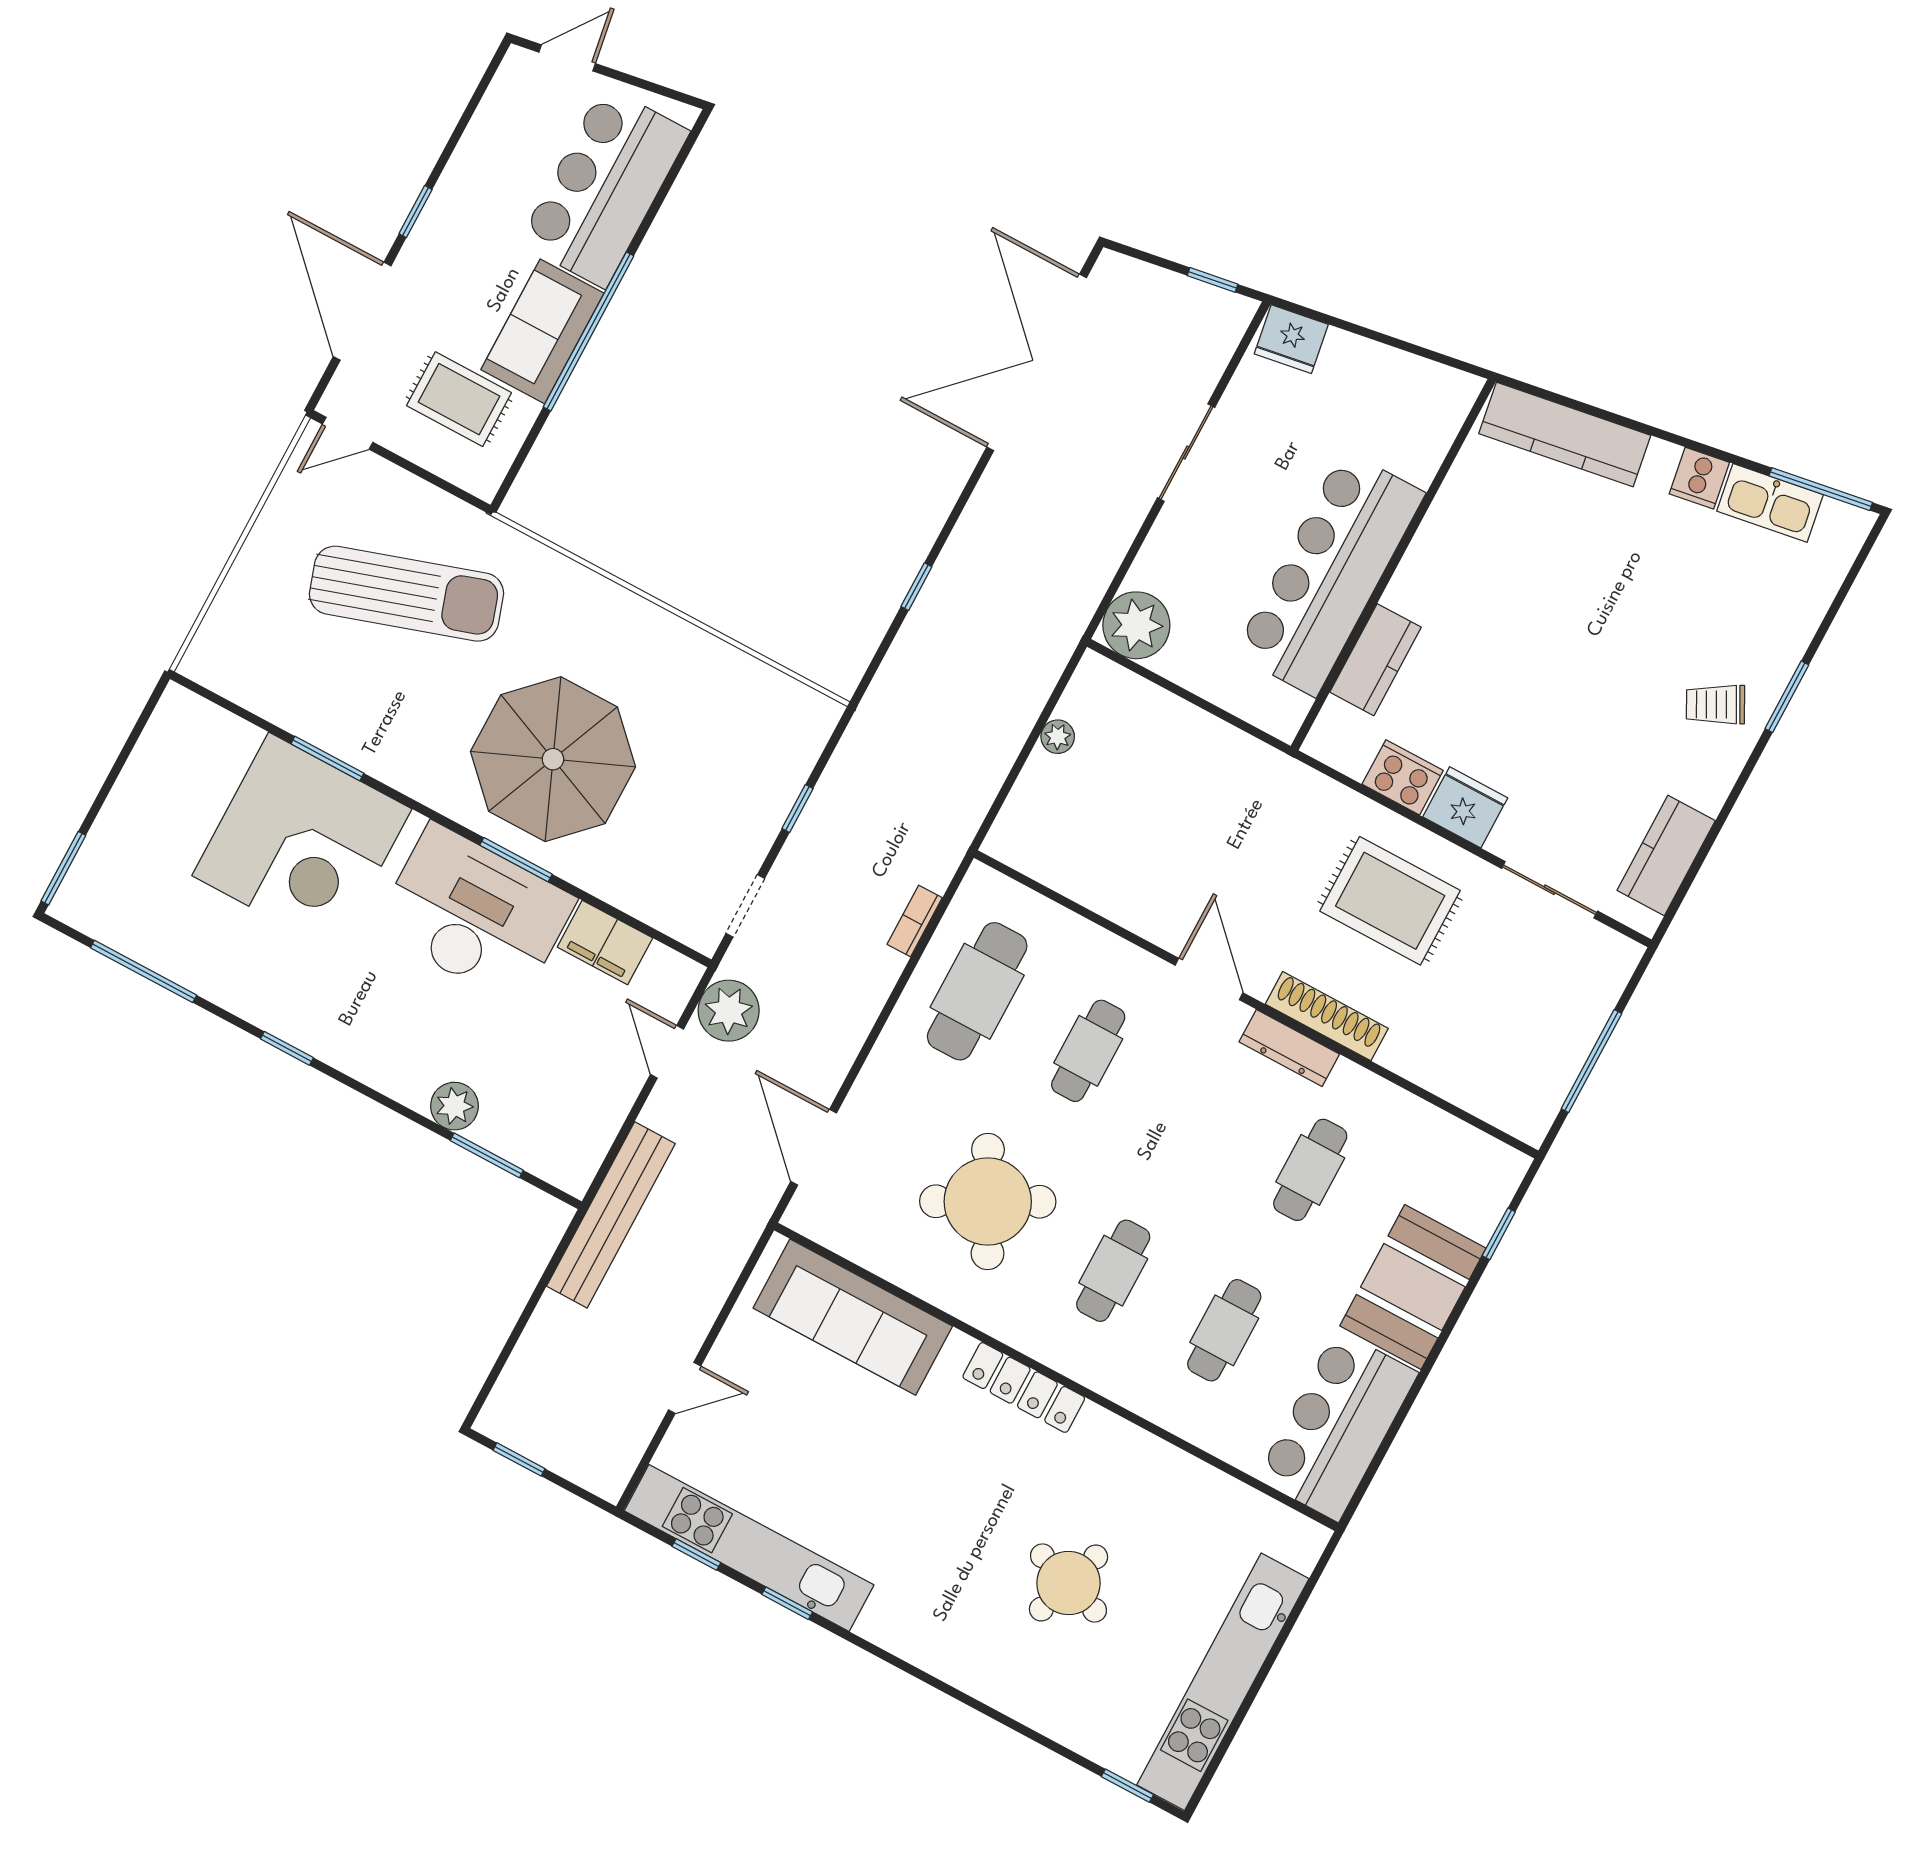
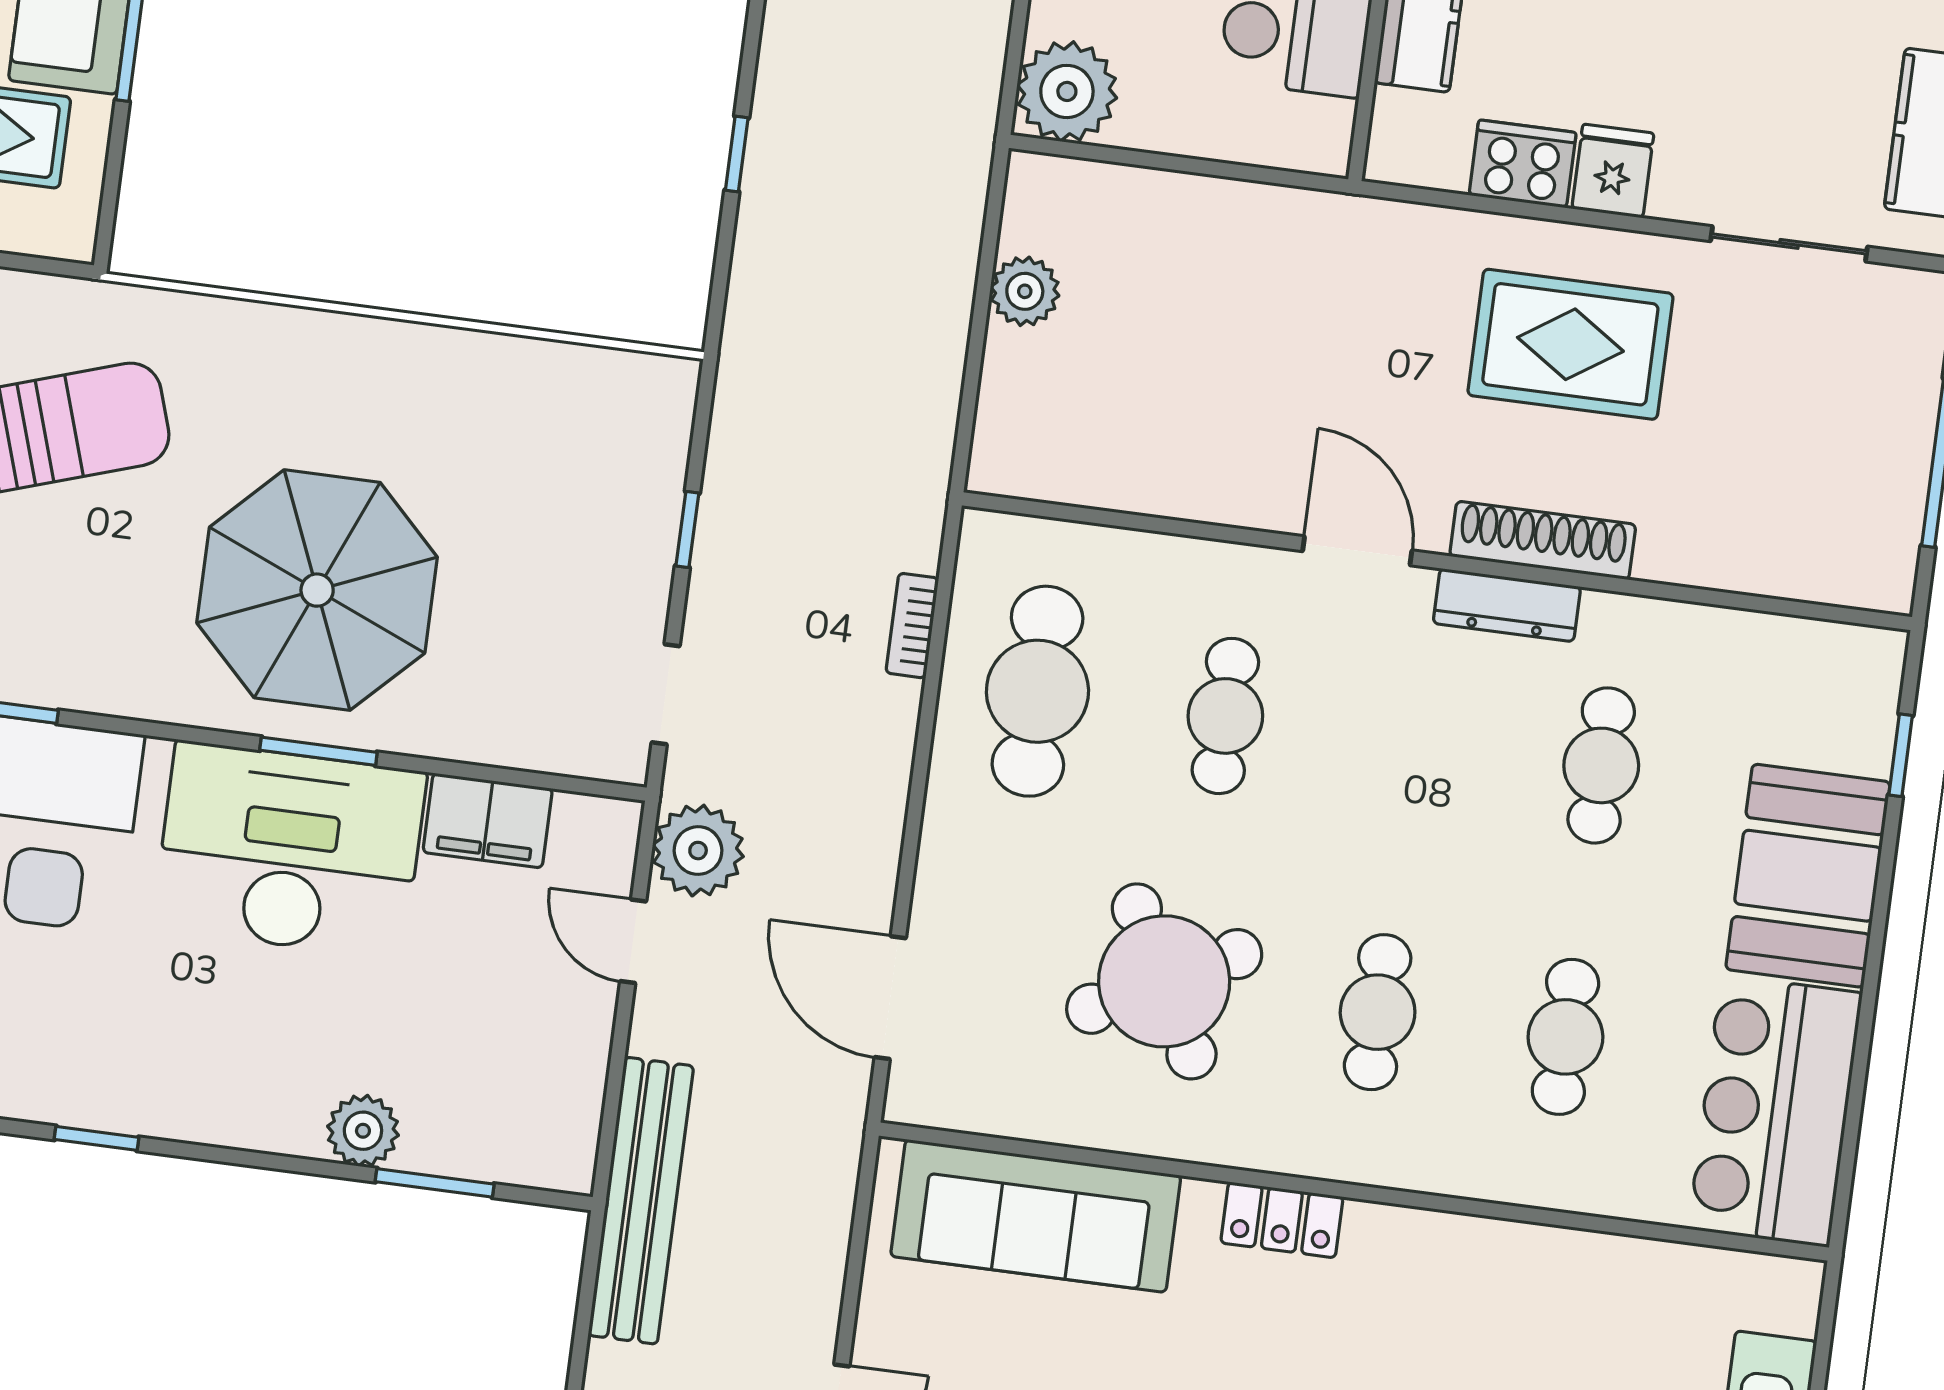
plant: (1058, 737) -> (1025, 291), width x1.38, depth x1.38
fridge: (1465, 807) -> (1613, 171), width x0.72
locker: (1024, 1387) -> (1282, 1220), width x0.66

